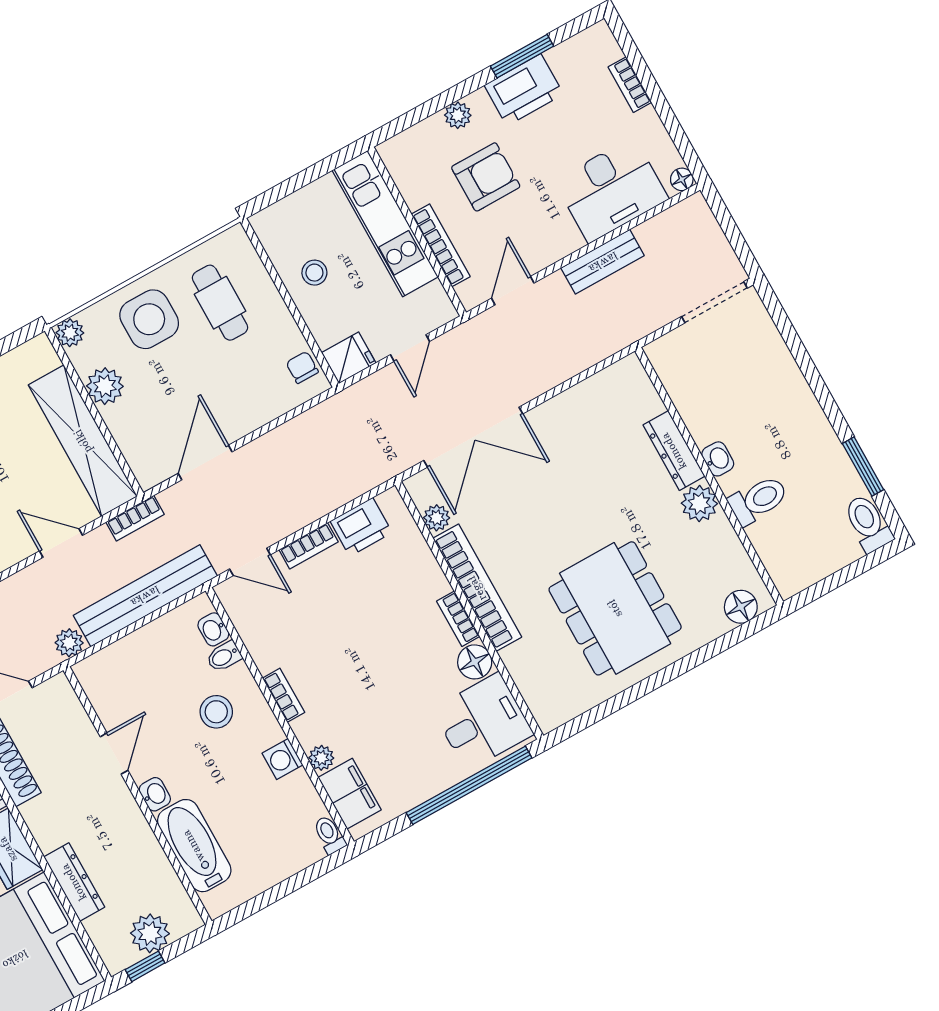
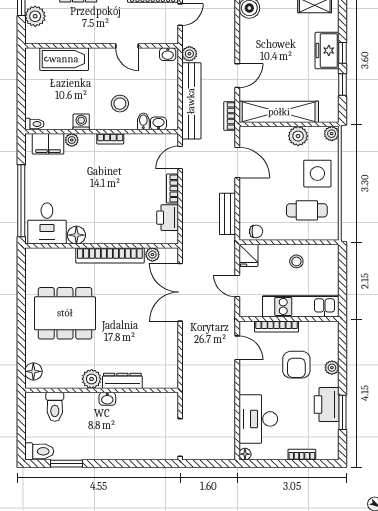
bench: (603, 262) -> (227, 214), moved
toilet: (758, 500) -> (55, 407), moved
bookcase: (458, 619) -> (101, 239), removed
washbasin: (155, 794) -> (168, 54), moved

